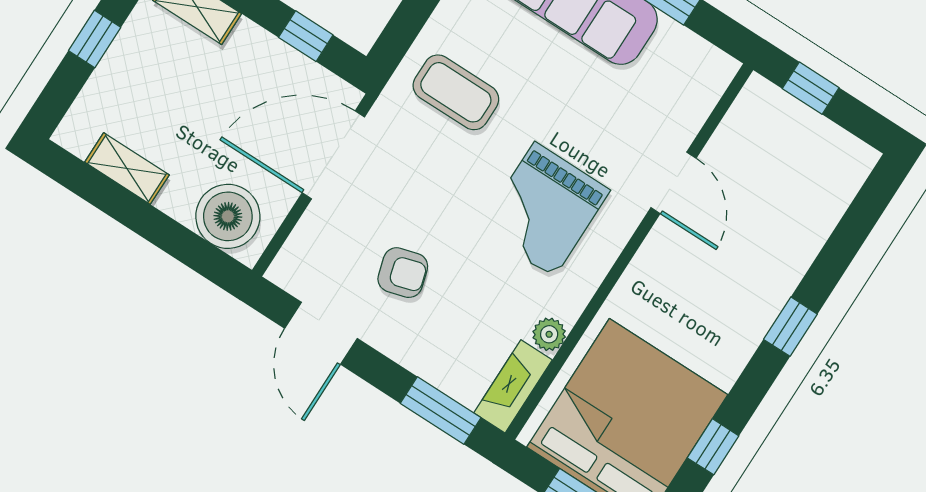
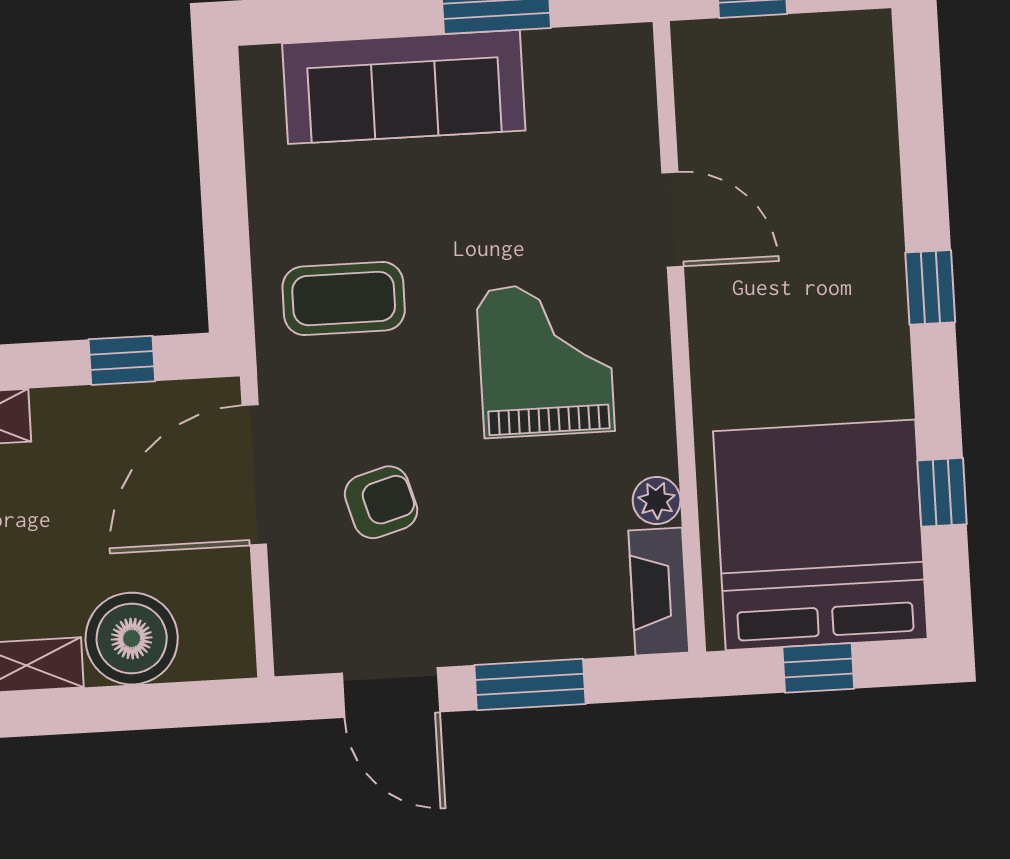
grand piano: (544, 210) -> (545, 360), turned 180
boiler: (228, 216) -> (132, 639), moved
armchair: (403, 273) -> (381, 502), moved
window: (441, 410) -> (530, 684), moved

